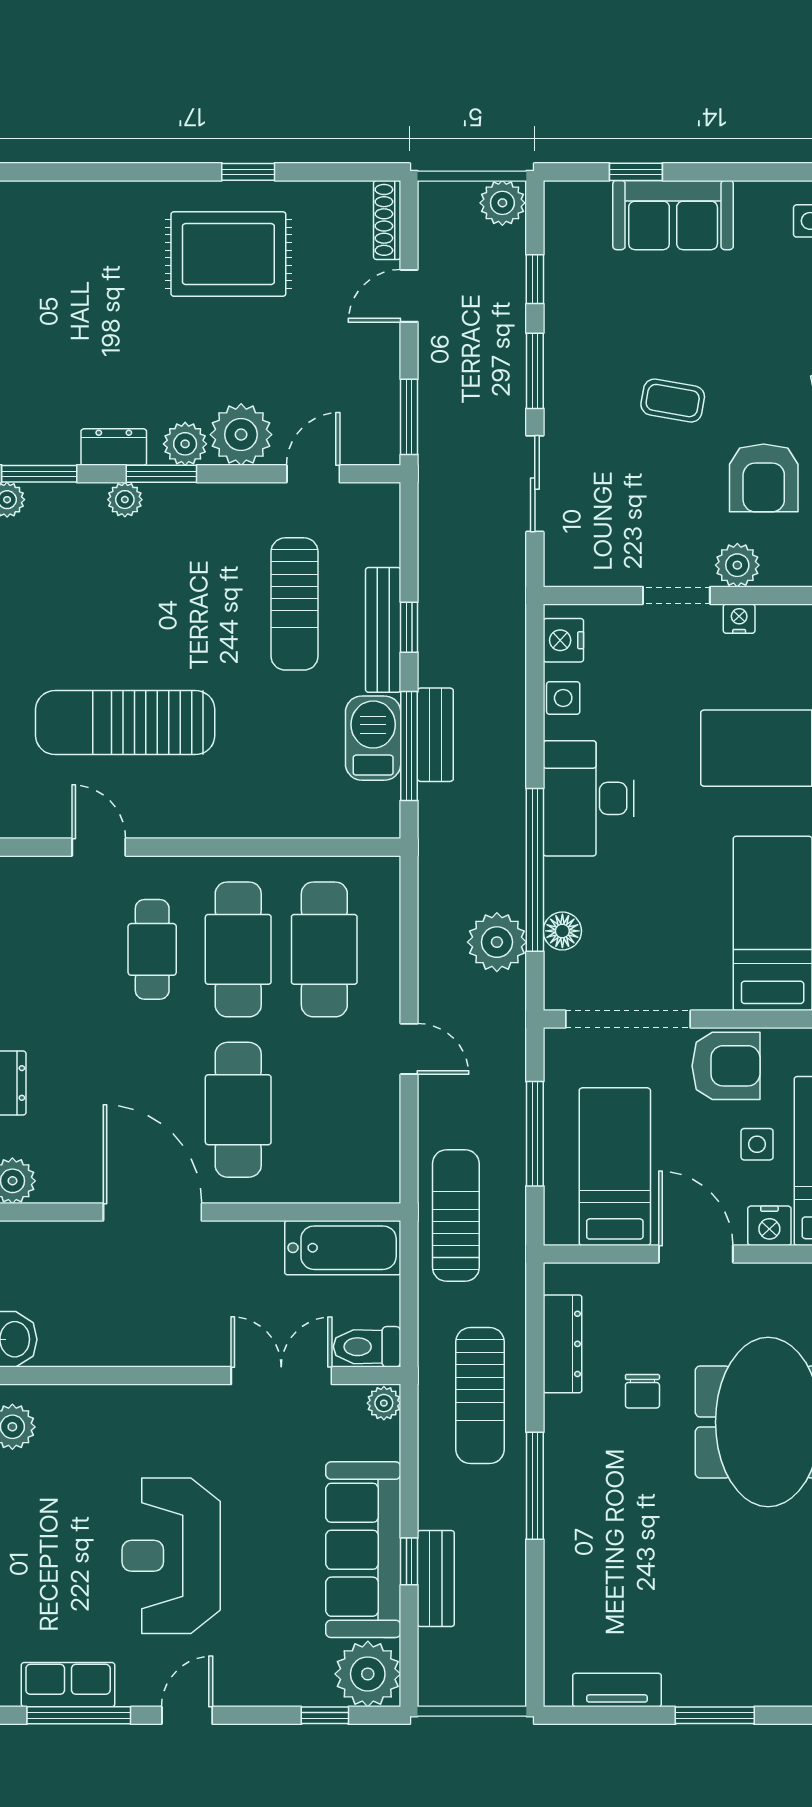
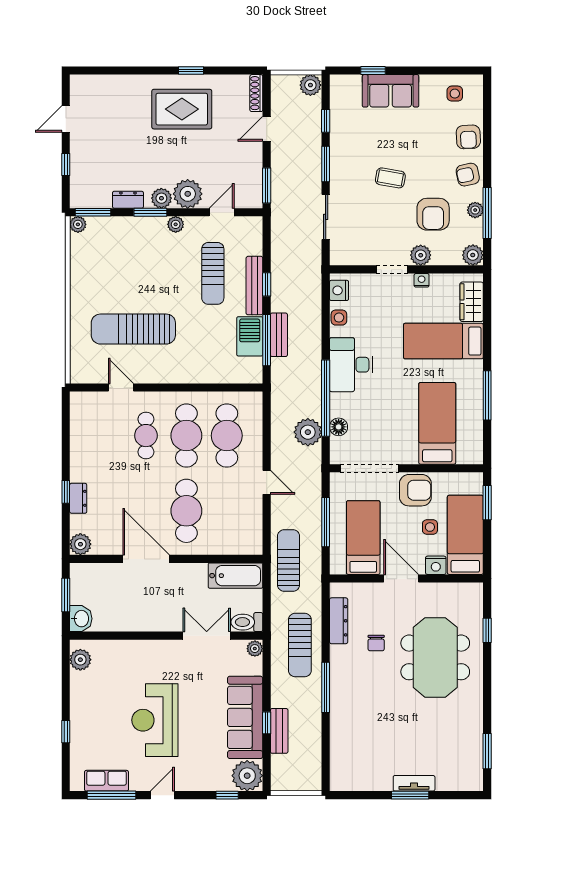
plant: (125, 500) -> (176, 224), moved
tv unit: (617, 1690) -> (414, 783), moved

